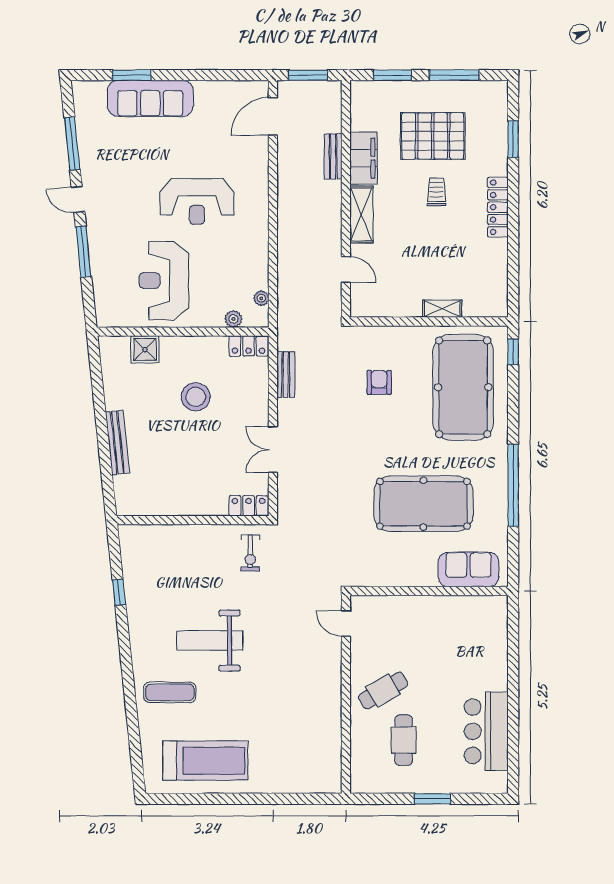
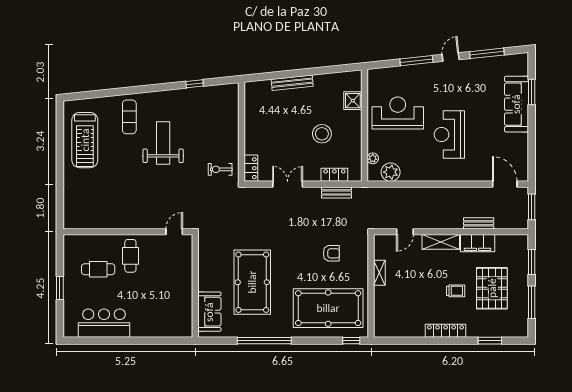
plant: (261, 298) -> (391, 172), width x1.88, depth x1.88
shelving: (442, 309) -> (379, 273), moved
locker: (248, 346) -> (334, 175), moved, turned 90
cafe table: (383, 691) -> (130, 256), turned 30

